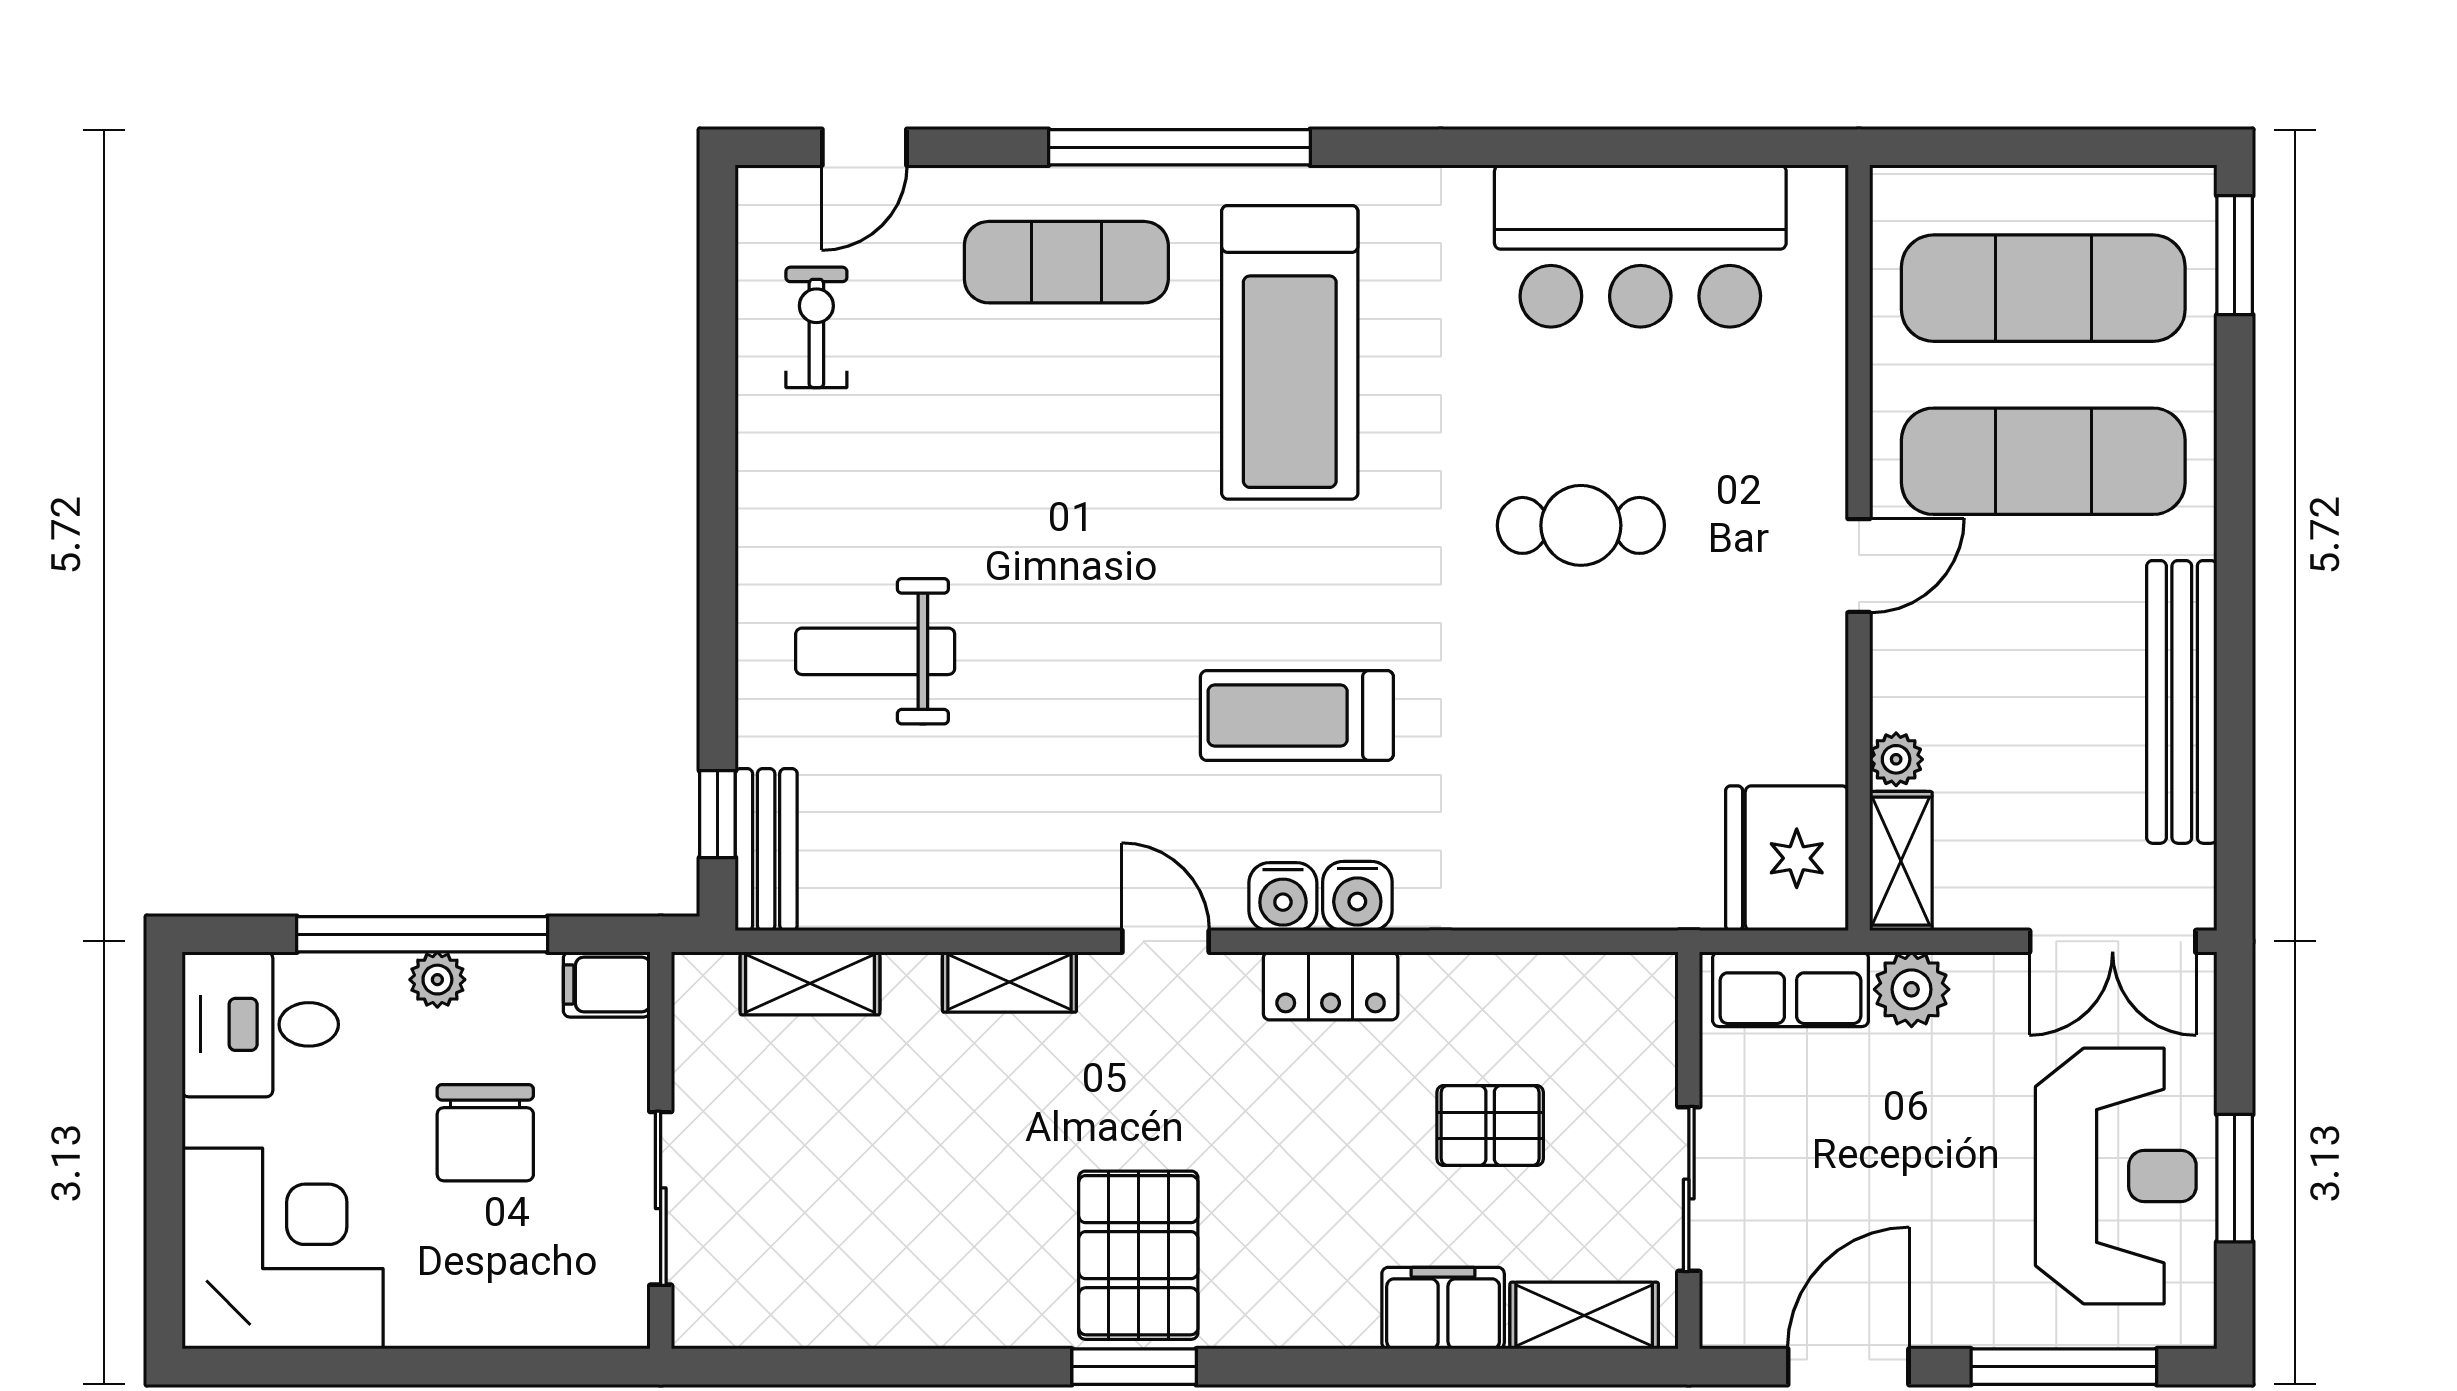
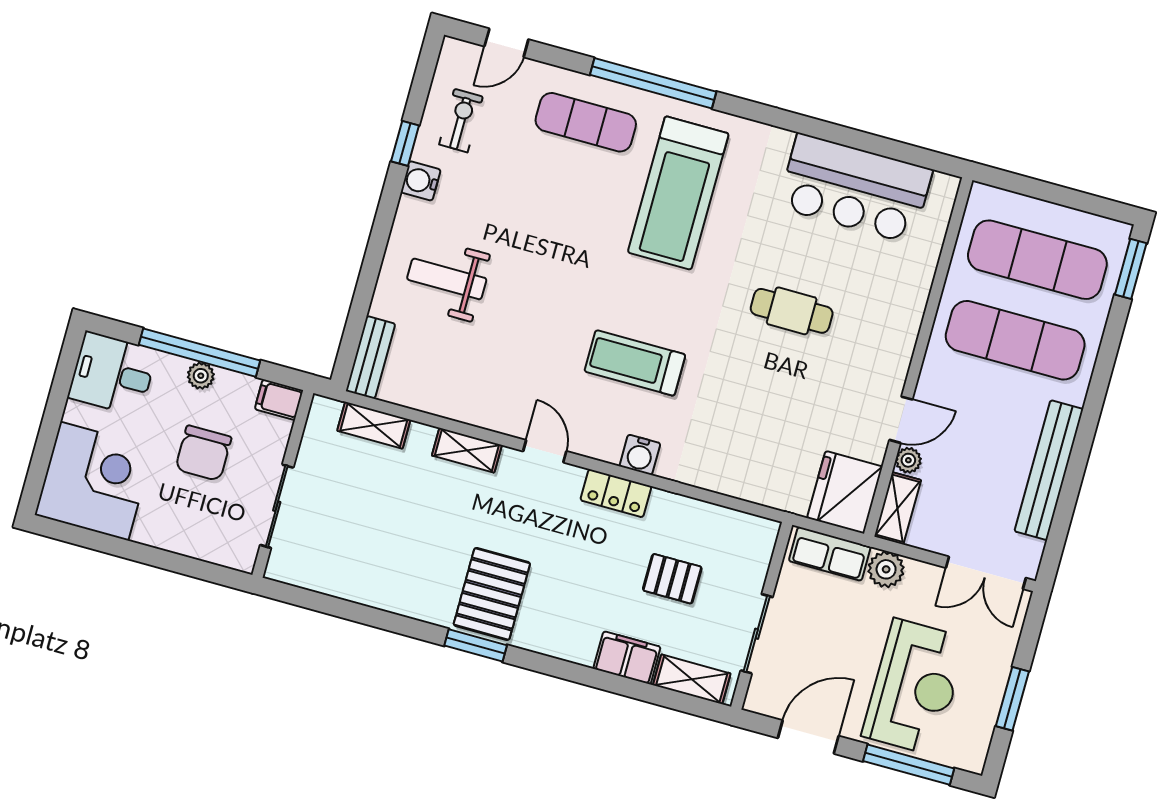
door: (1859, 566) -> (901, 420), moved
window: (717, 814) -> (405, 143), moved
water cooler: (1283, 897) -> (421, 181), moved, turned 90
reception desk: (2116, 1176) -> (915, 687), moved

